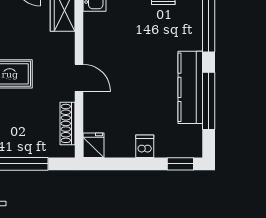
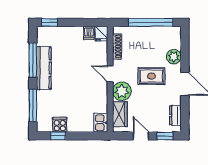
plant: (59, 49) -> (122, 91), added
dishwasher: (145, 146) -> (89, 33), moved

